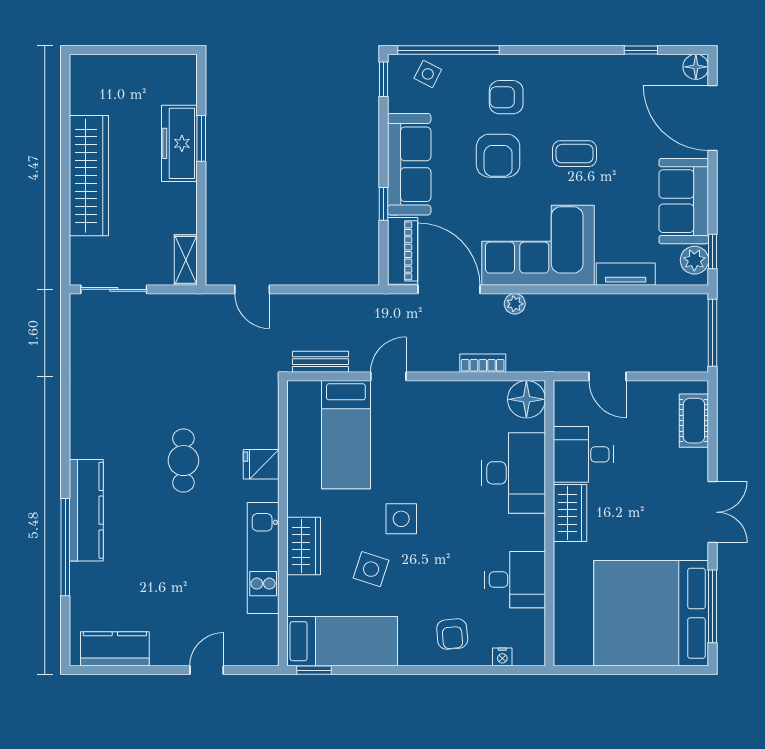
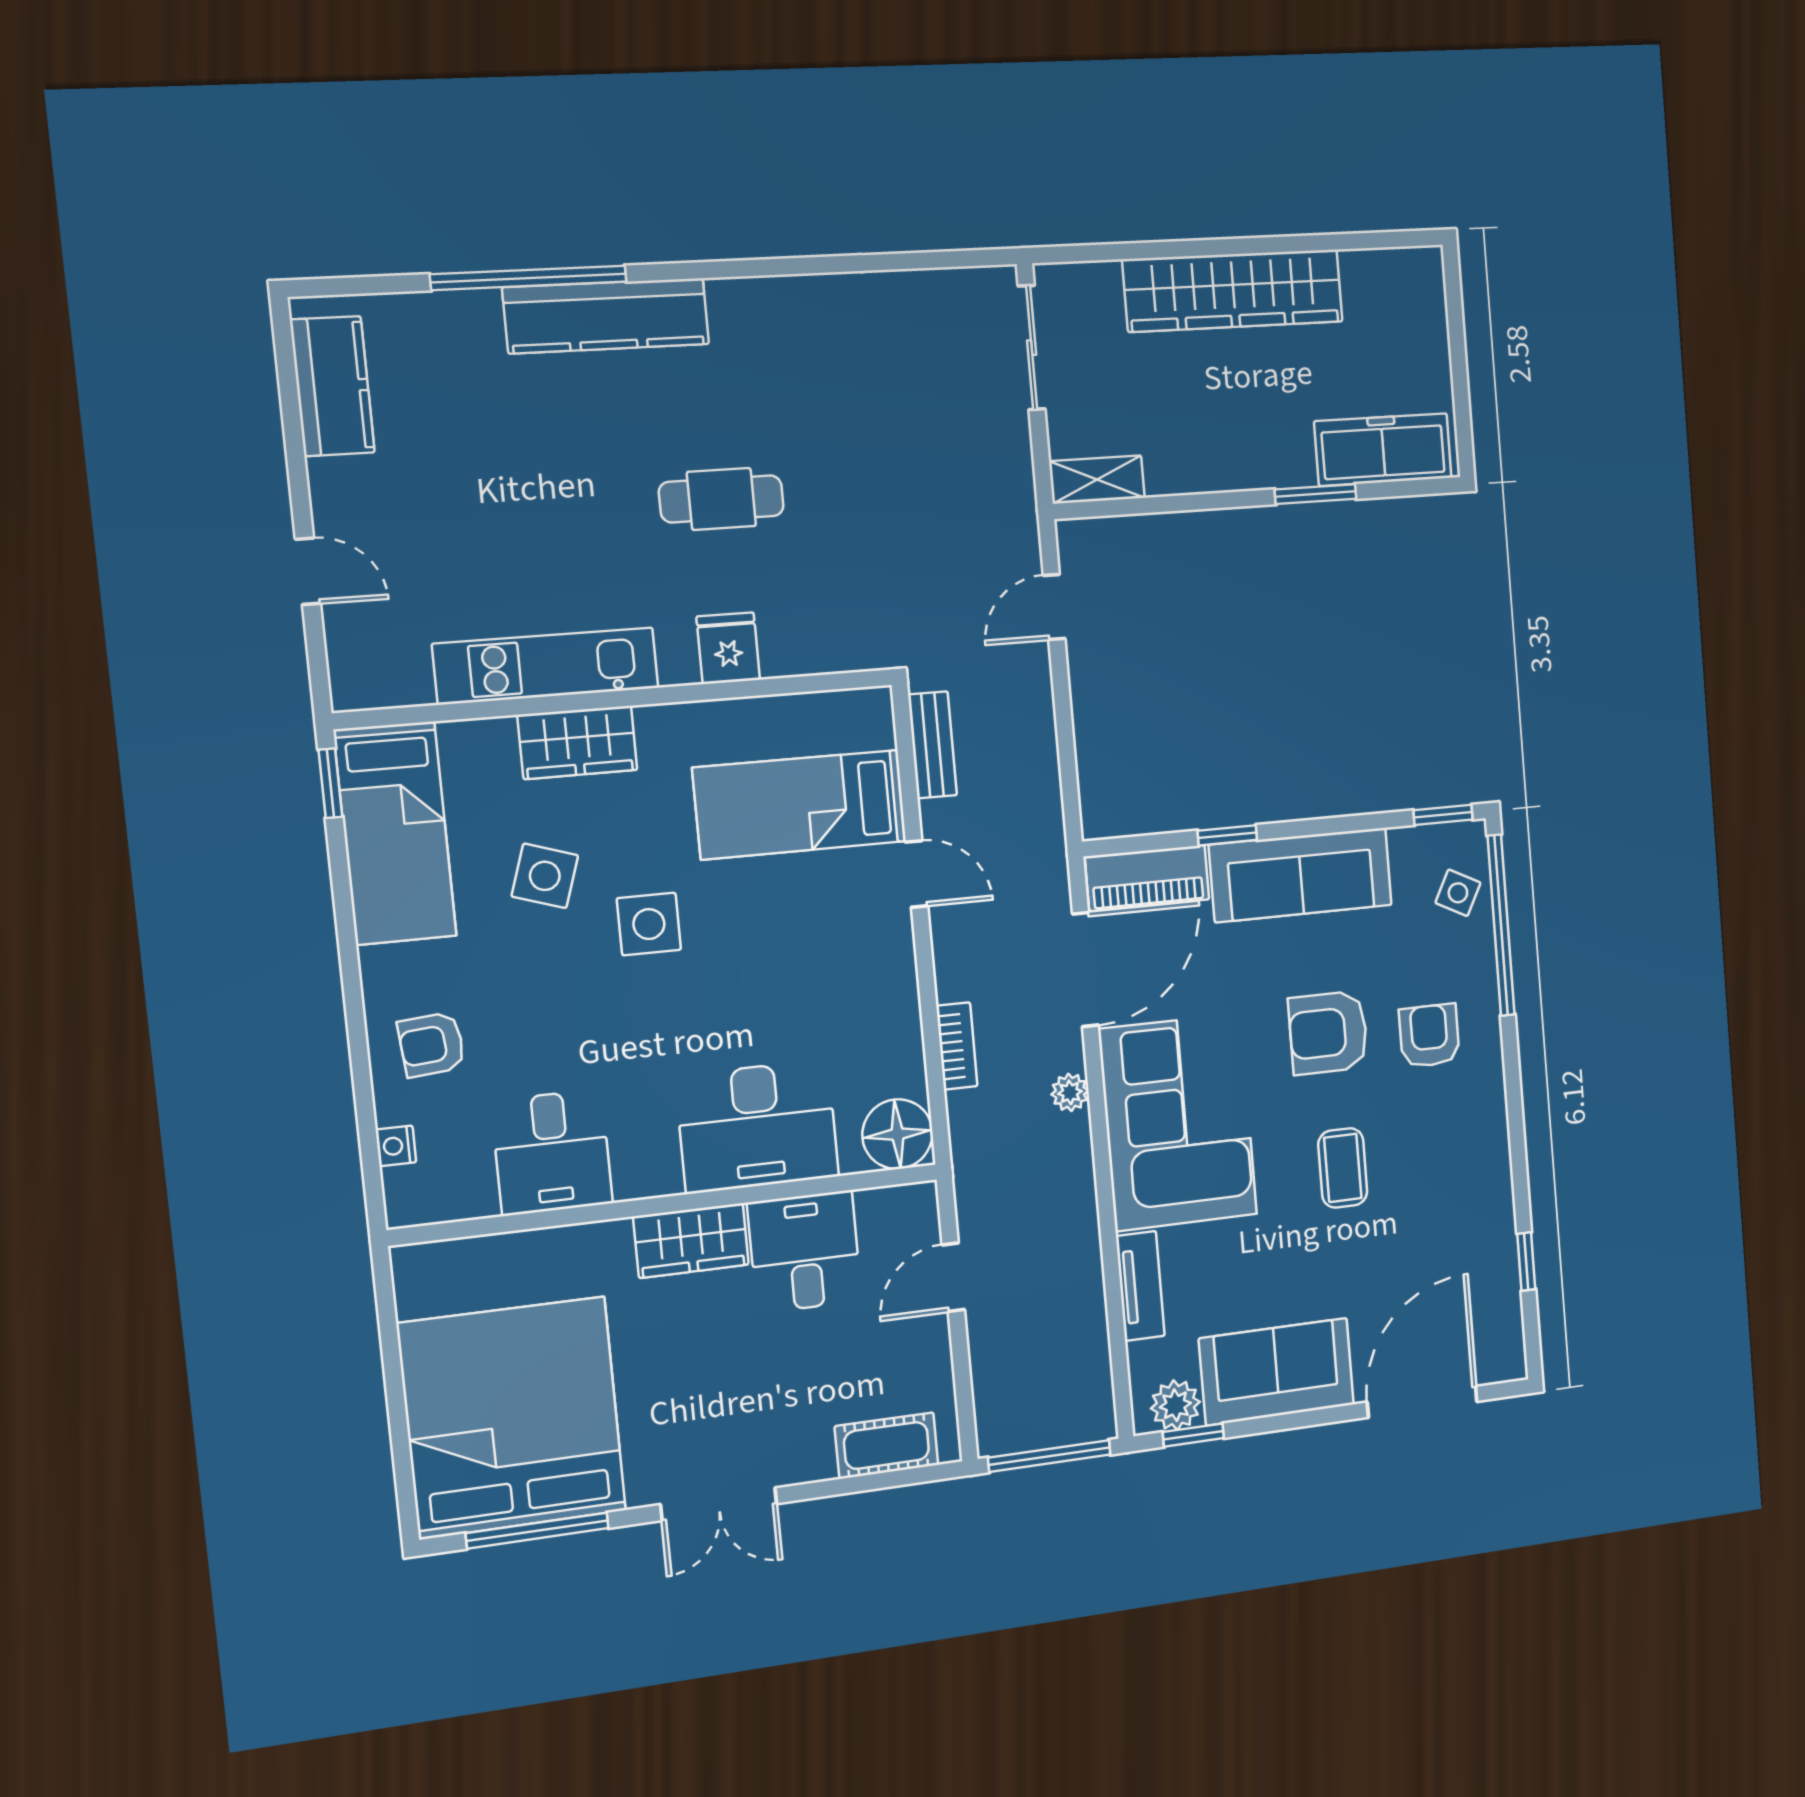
floor lamp: (696, 67) -> (1506, 1360), removed
freezer: (179, 143) -> (1383, 450), moved

